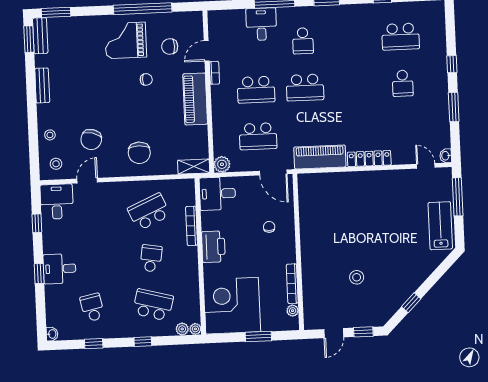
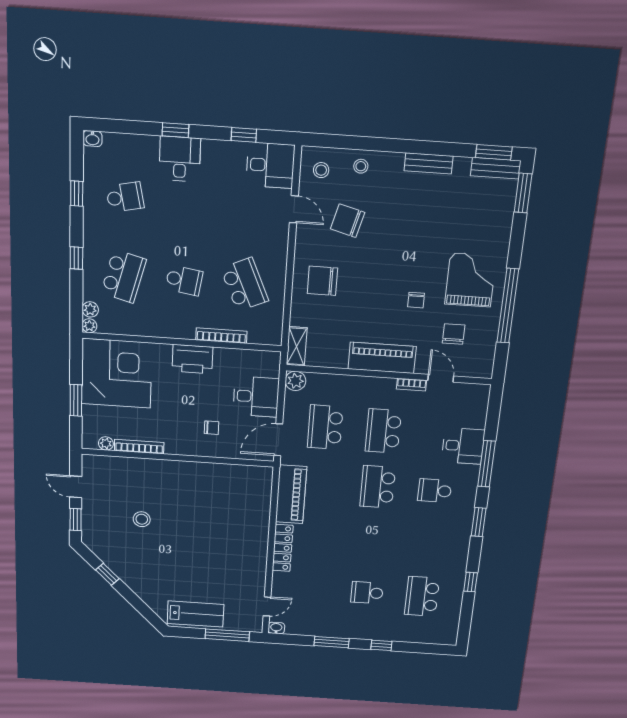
desk: (217, 194) -> (256, 397), moved, turned 90

